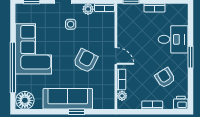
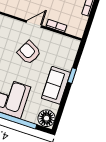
plant: (122, 96) -> (71, 30), removed
sofa: (68, 99) -> (56, 85), width x0.73

